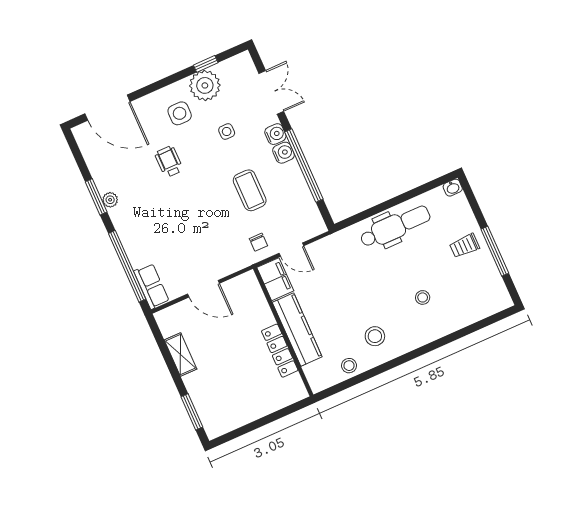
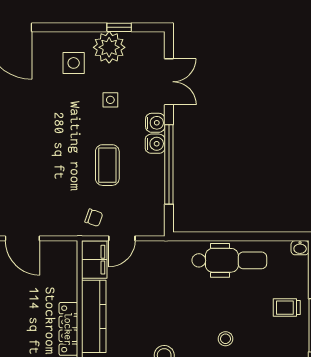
wheelchair: (169, 162) -> (43, 104), removed
chair: (258, 242) -> (94, 218), turned -71
door: (291, 250) -> (122, 238), hinge flipped

